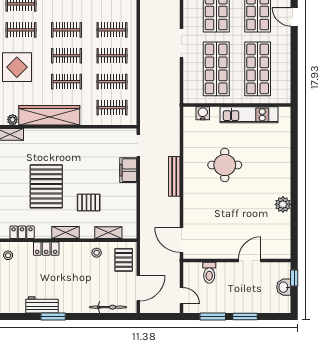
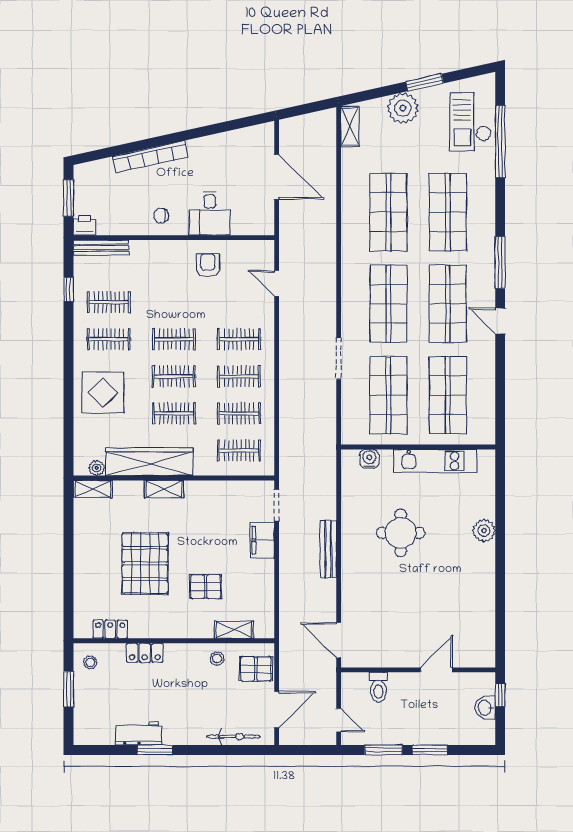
plant: (283, 204) -> (484, 531), moved
shelving: (65, 233) -> (164, 489), moved
pallet: (124, 260) -> (256, 669), turned 90

